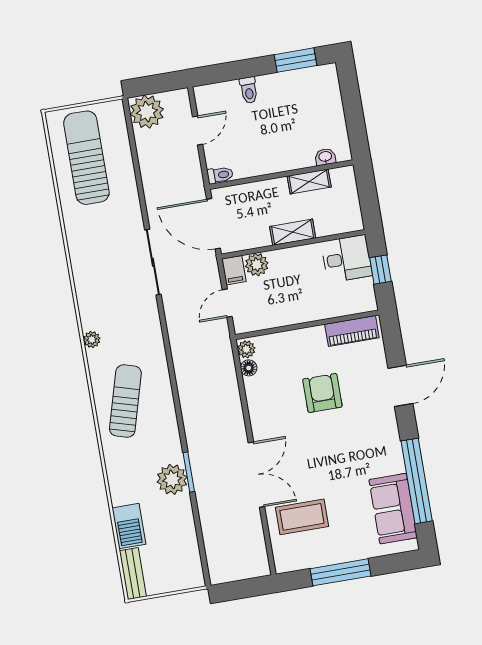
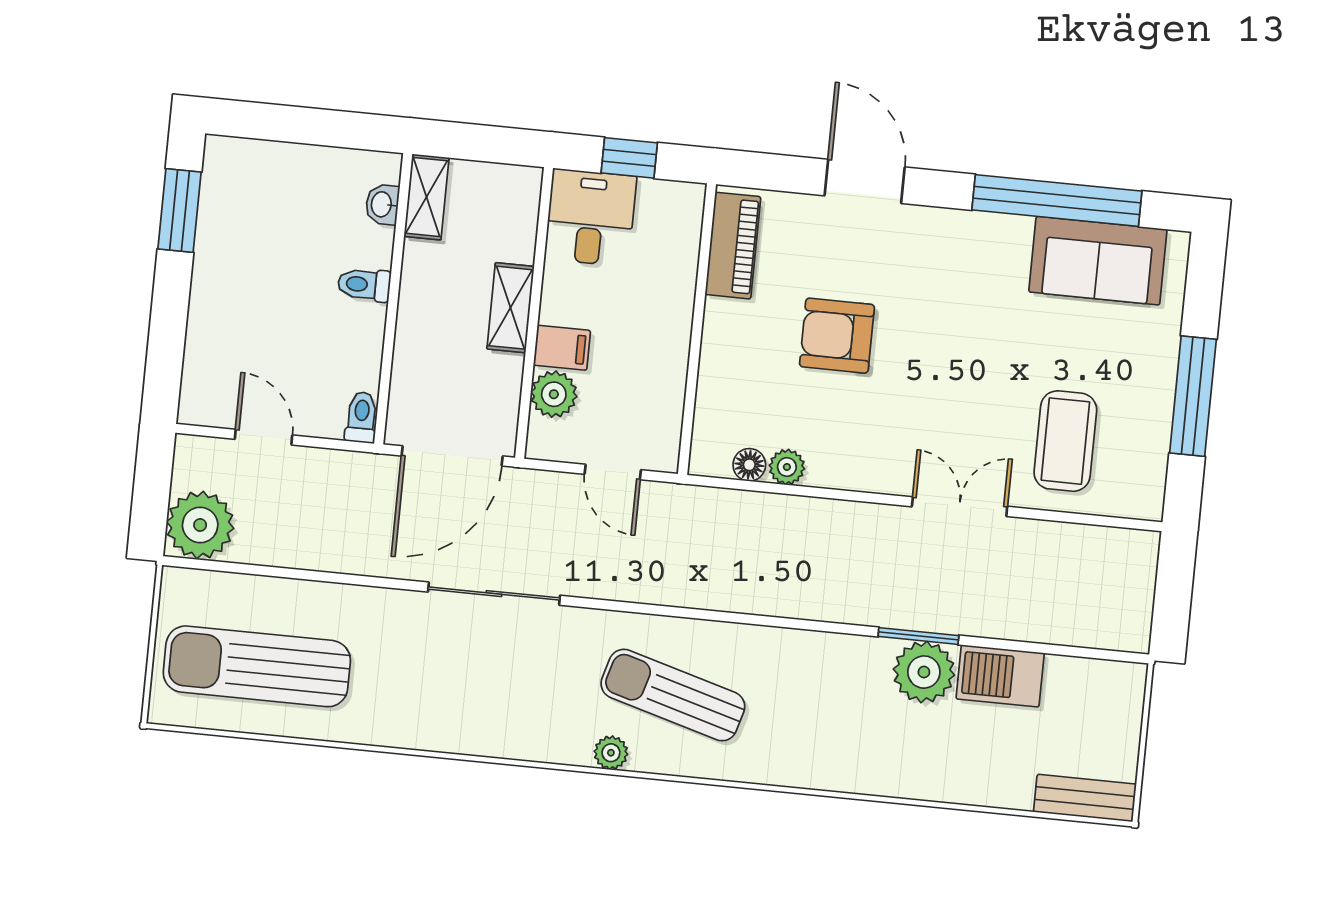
toilet: (249, 90) -> (364, 285), moved, turned 180
shelving: (309, 181) -> (426, 197), moved
filing cabinet: (234, 270) -> (562, 348), moved
plant: (246, 349) -> (787, 467), moved
sun lounger: (125, 401) -> (673, 695), moved
double door: (256, 475) -> (960, 507), width x0.73
barbecue: (129, 526) -> (1000, 676), moved, turned 180

